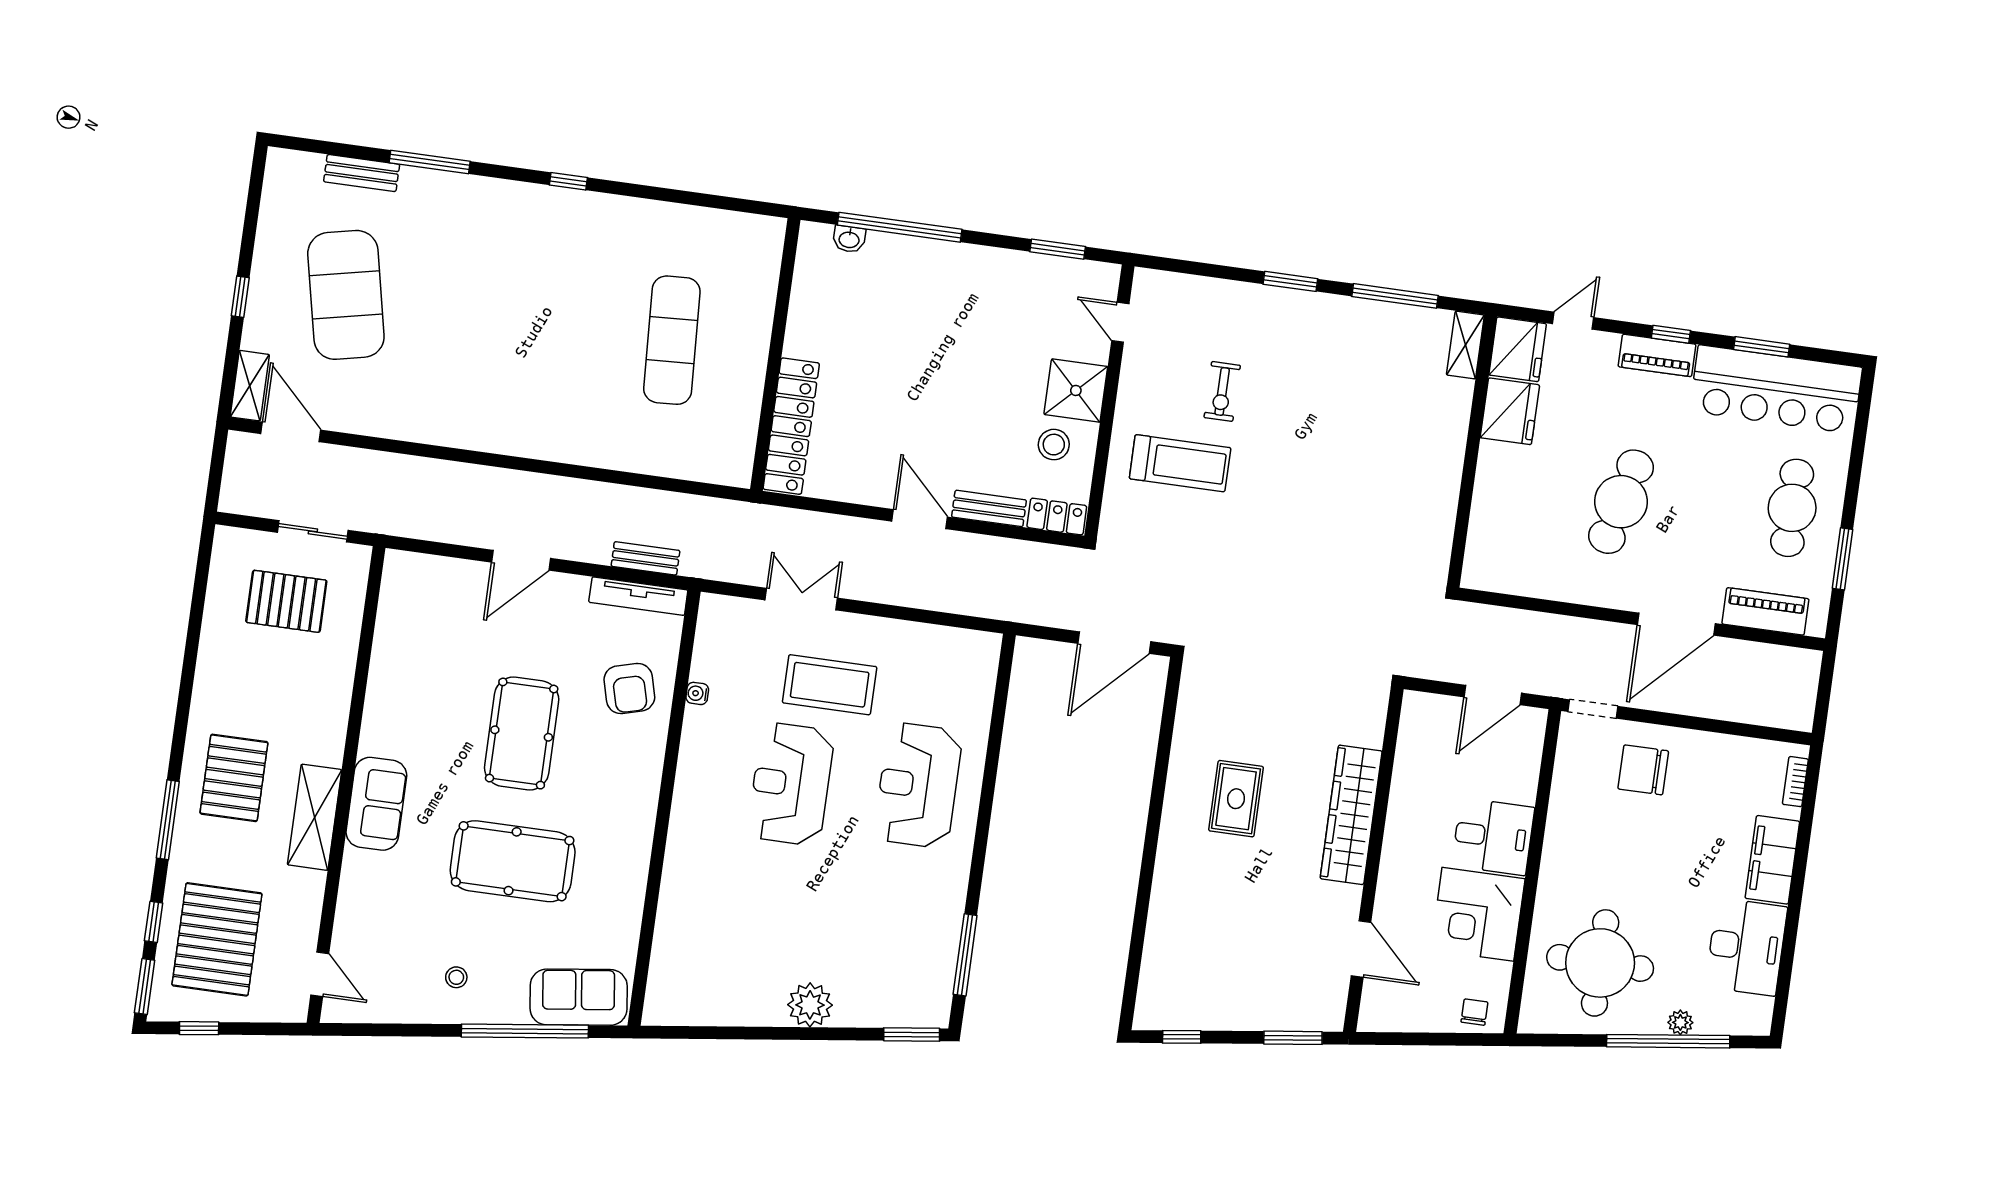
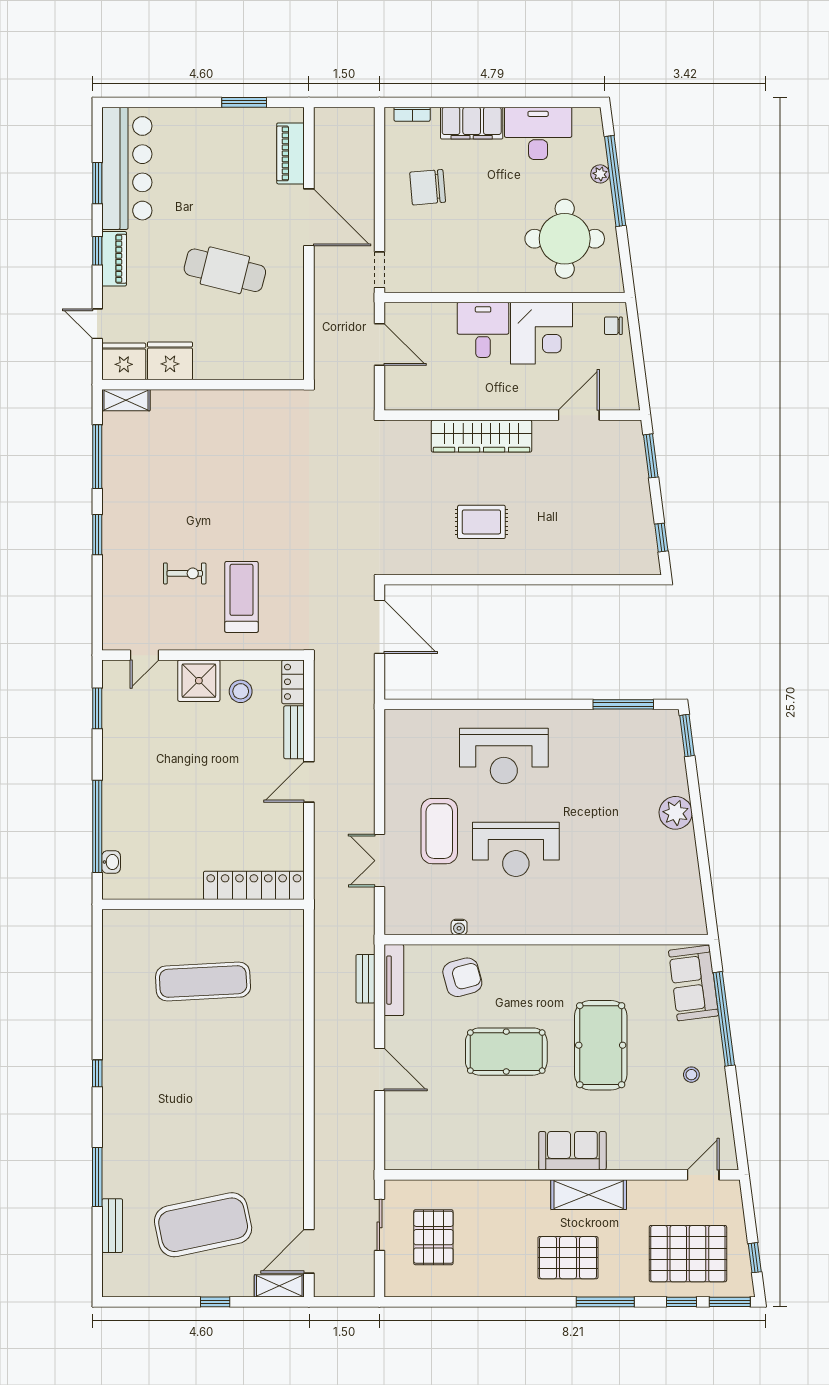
cafe table: (1792, 508) -> (212, 144), removed
chair: (1643, 770) -> (428, 187), moved, turned 85

